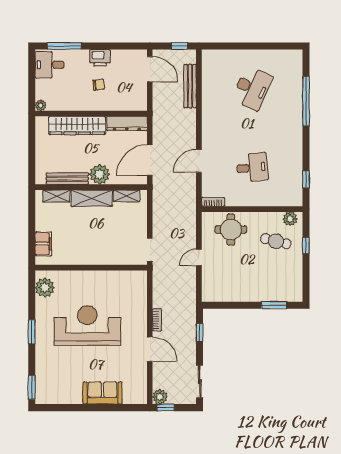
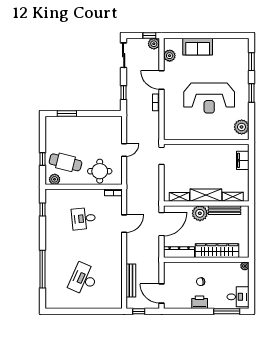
cafe table: (276, 241) -> (65, 162), width x1.37, depth x1.35
plant: (139, 381) -> (170, 56), added
window: (32, 387) -> (252, 62), moved

